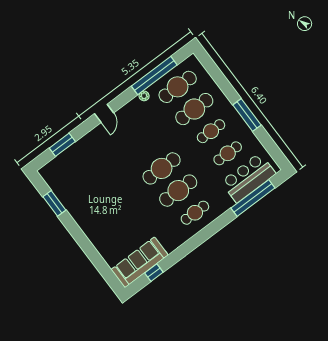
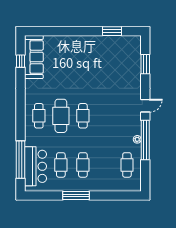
window: (154, 76) -> (145, 140), moved
cafe table: (178, 87) -> (127, 165), width x0.73, depth x0.74
cafe table: (194, 109) -> (105, 165), removed
door: (104, 113) -> (145, 106), swing flipped
cafe table: (162, 168) -> (83, 116), width x0.73, depth x0.74

